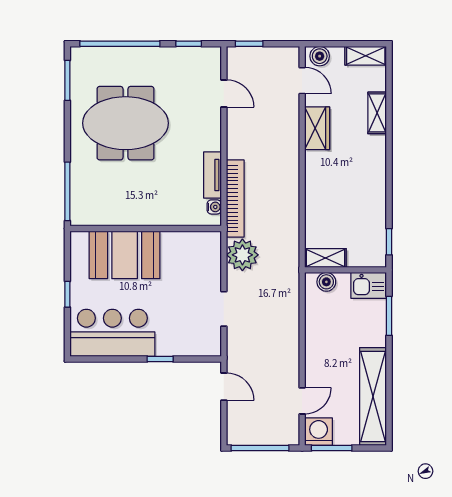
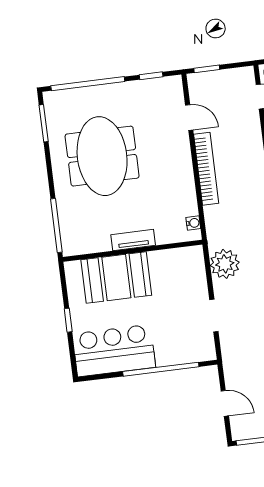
meeting table: (126, 123) -> (102, 156), turned 90
tv unit: (212, 175) -> (133, 240), moved, turned 90
bookcase: (235, 199) -> (206, 169), moved
window: (160, 359) -> (161, 369), width x3.17
door: (224, 387) -> (225, 403), moved

